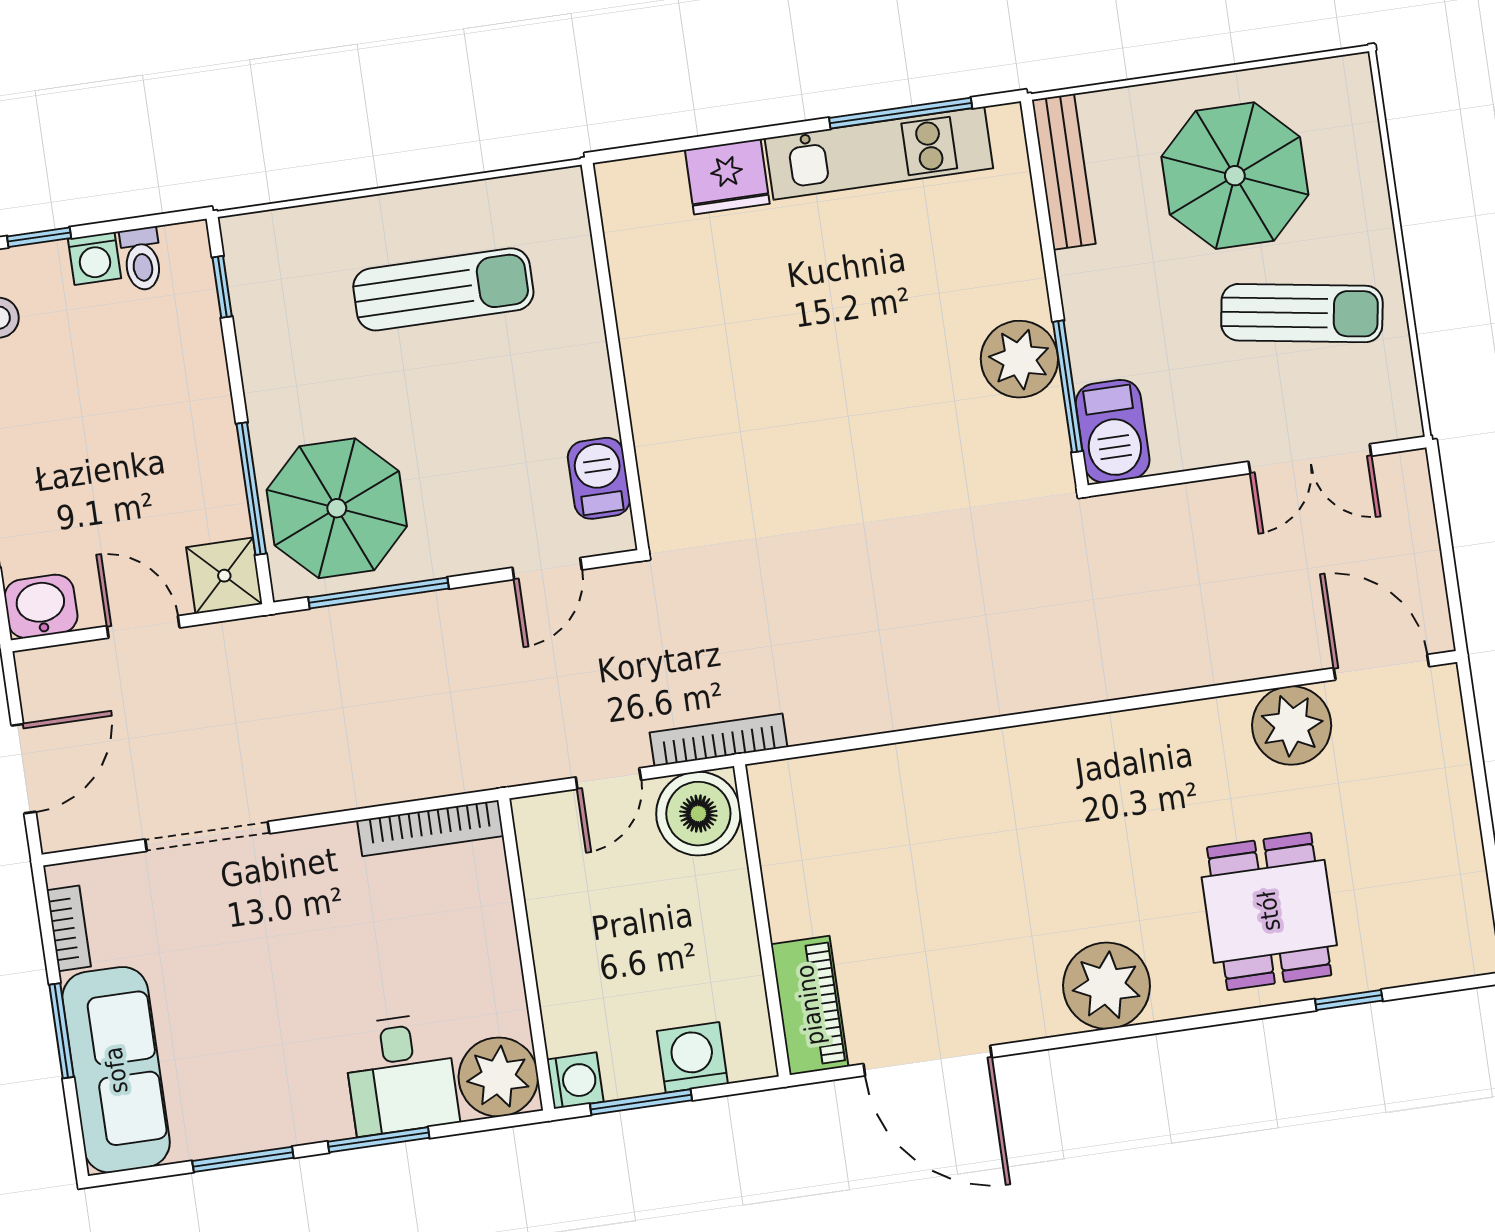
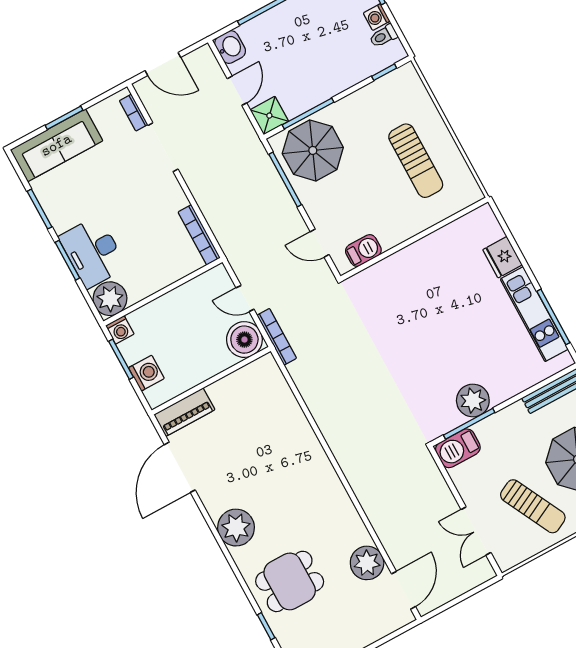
sun lounger: (1302, 313) -> (533, 506), turned -36
bookcase: (69, 928) -> (134, 113), moved, turned 90
desk: (401, 1074) -> (93, 252), width x1.37

